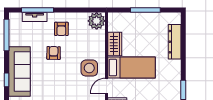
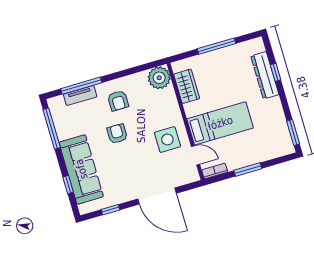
window: (183, 42) -> (276, 72), added
wardrobe: (115, 44) -> (187, 86), moved
door: (107, 86) -> (195, 155), swing flipped

